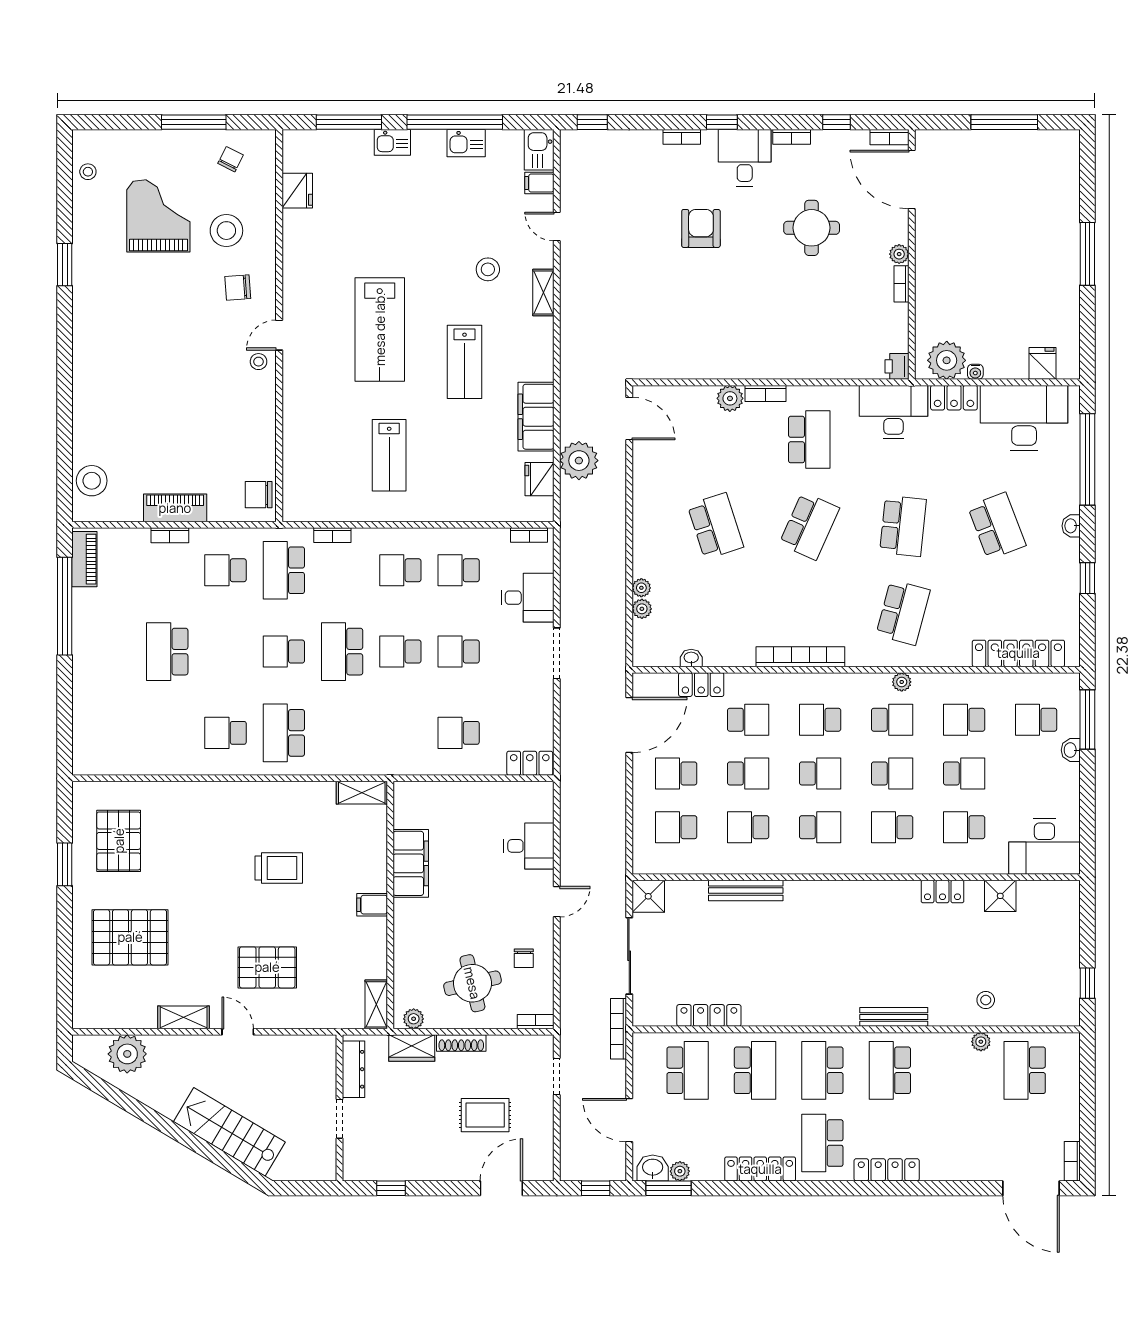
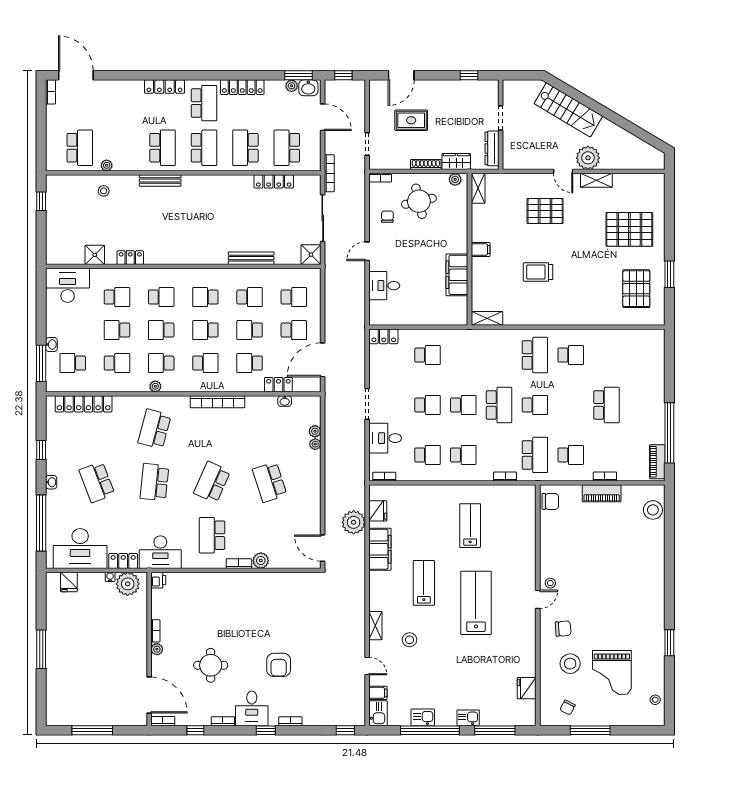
school desk: (1036, 720) -> (73, 363), turned 180
plant: (127, 1054) -> (588, 158), moved

